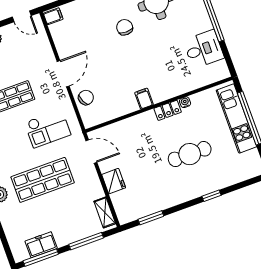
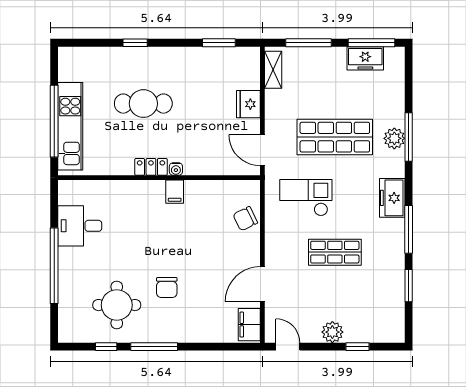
filing cabinet: (53, 16) -> (249, 325), width x2.00
door: (63, 74) -> (262, 284), moved
water cooler: (185, 102) -> (176, 169), moved

